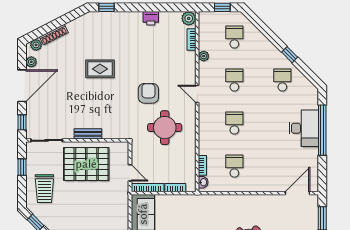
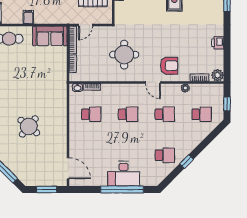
armchair: (148, 93) -> (169, 66), moved
door: (197, 94) -> (153, 82), swing flipped

